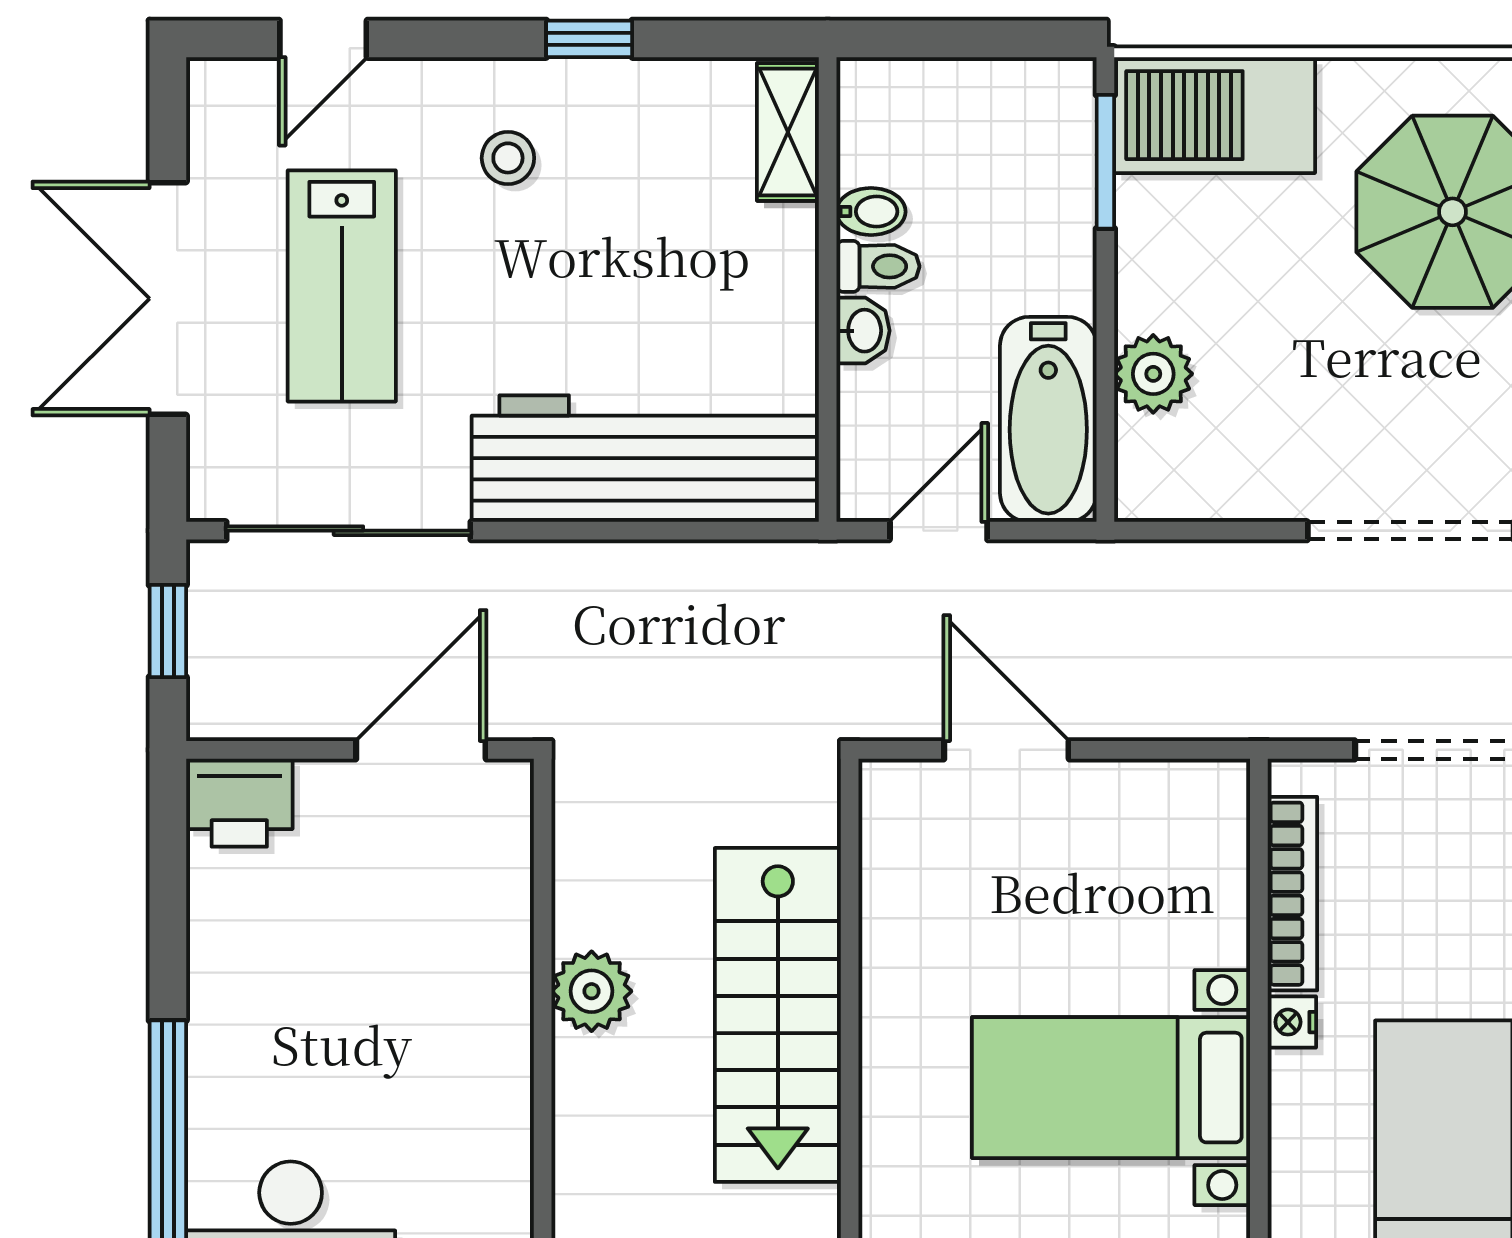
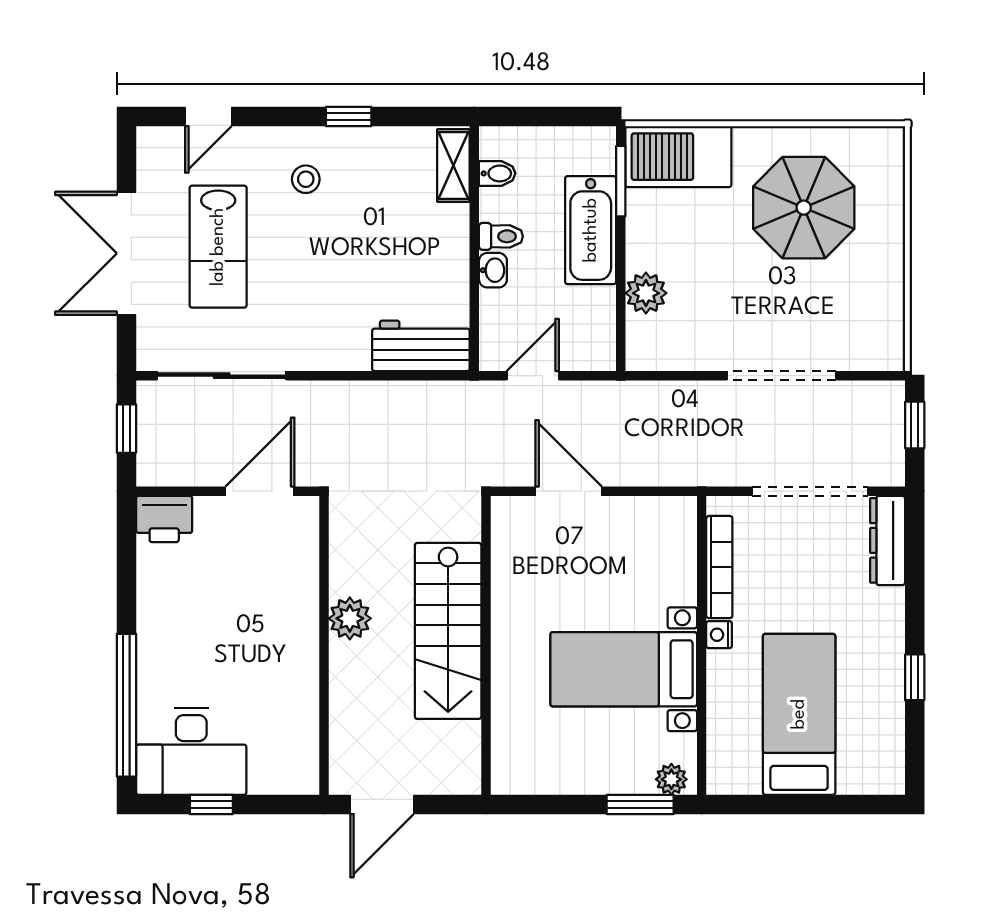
bidet: (871, 212) -> (497, 173), moved
bathtub: (1048, 419) -> (591, 230), moved
workbench: (645, 459) -> (421, 346), width x0.53, depth x0.76

